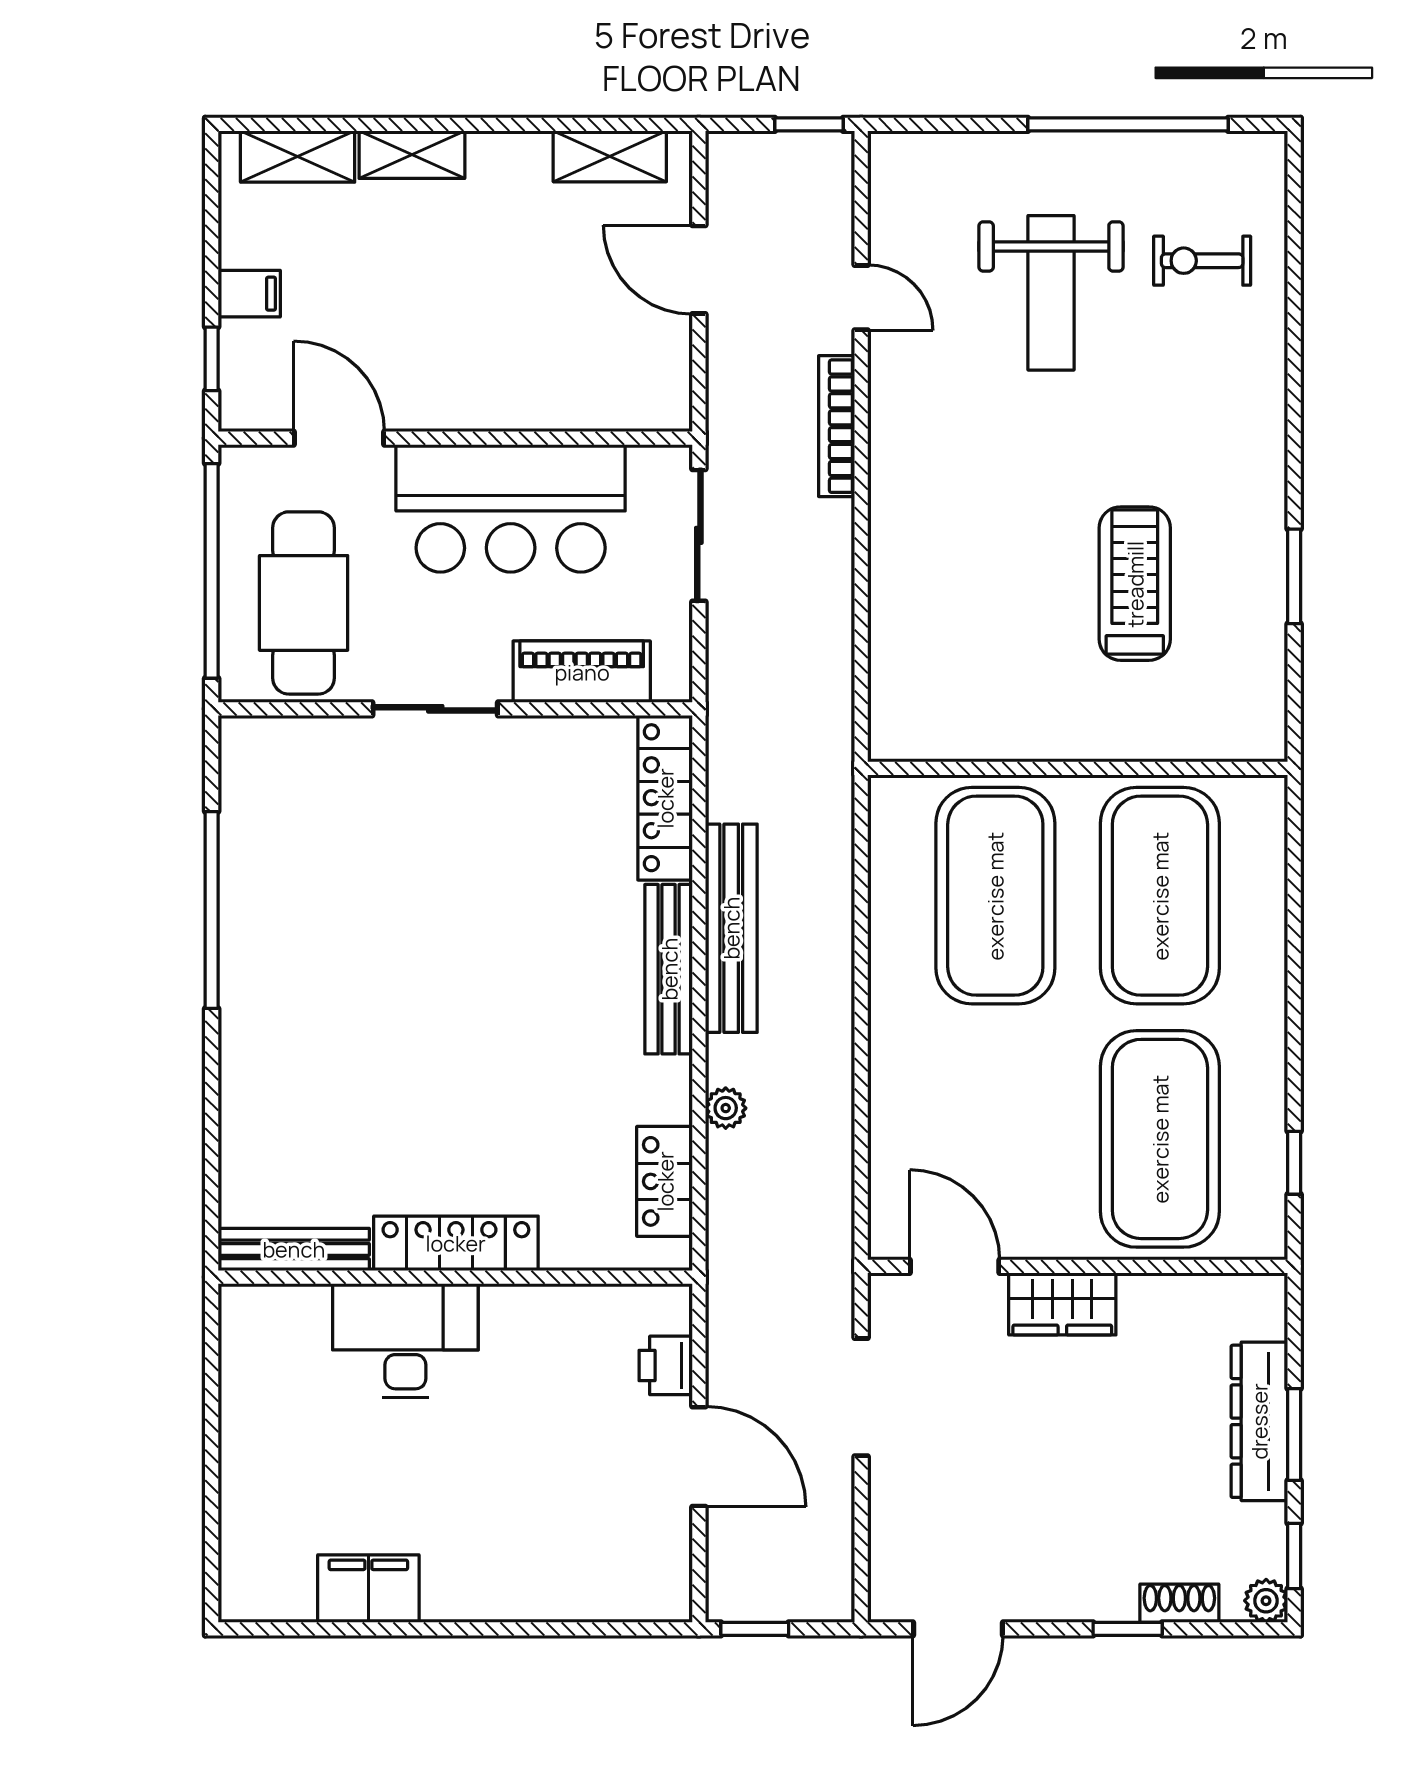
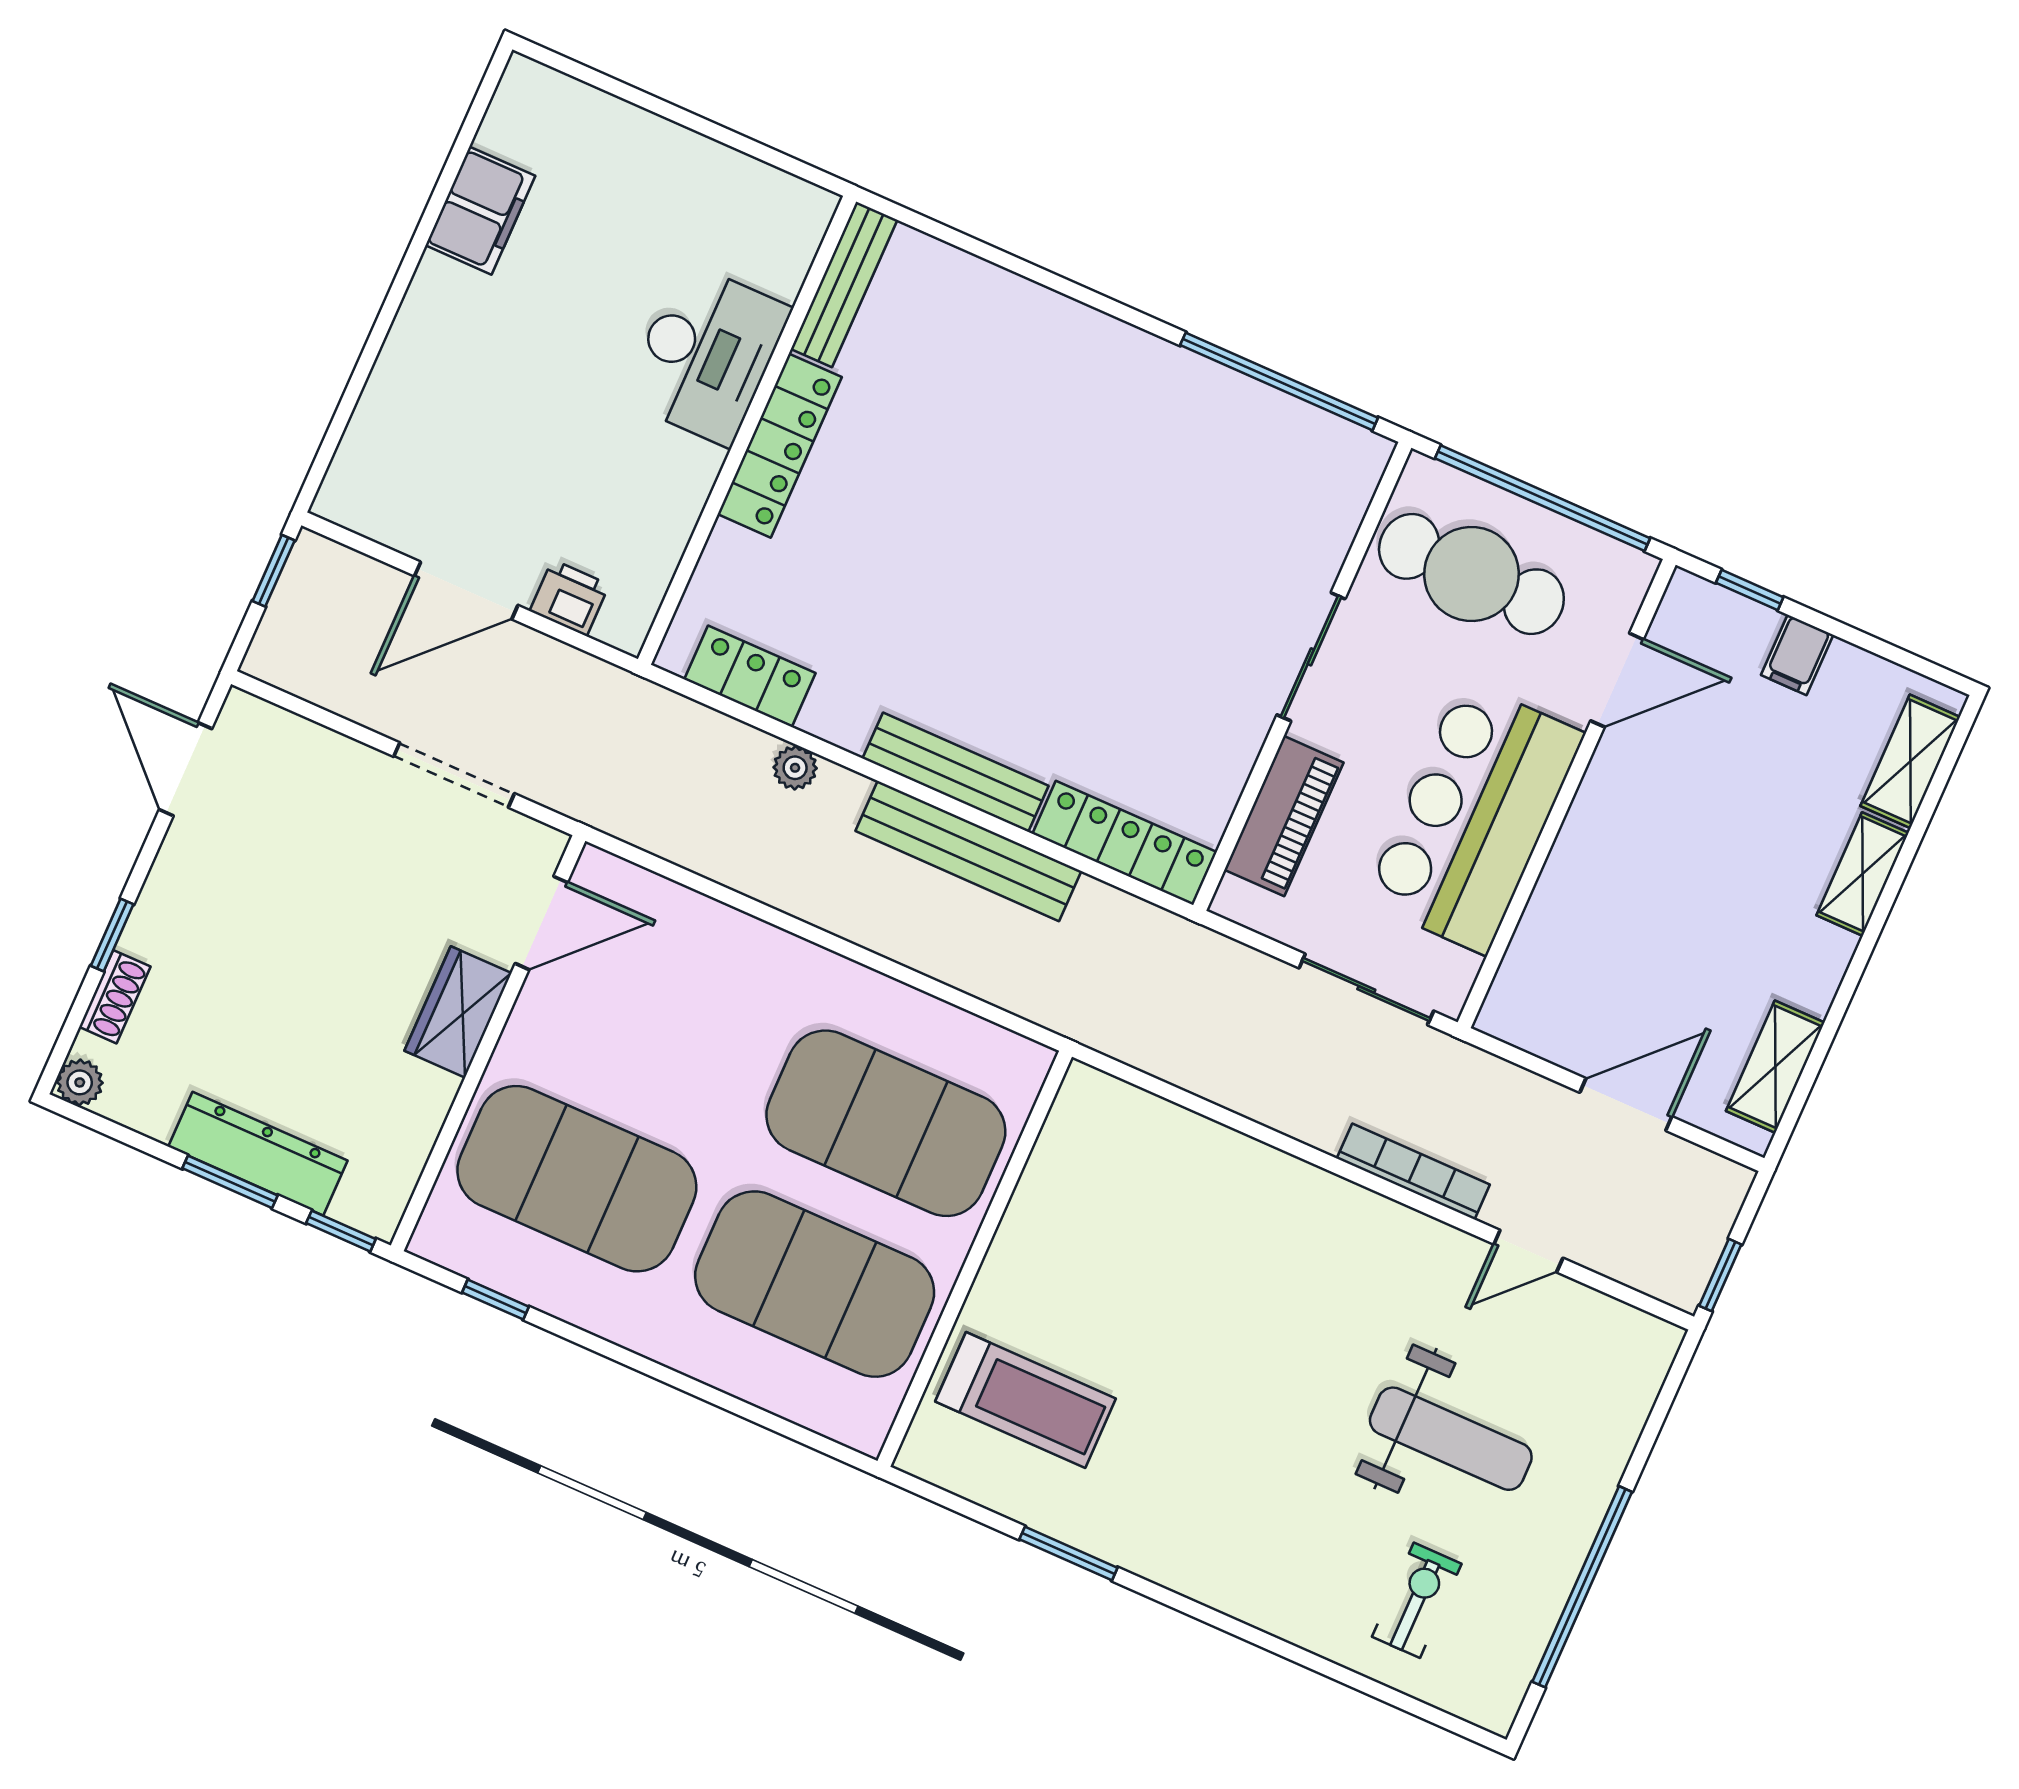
weight bench: (1051, 293) -> (1451, 1439), turned 180
treadmill: (1135, 584) -> (1026, 1400), moved
window: (212, 910) -> (1279, 381), moved
window: (1294, 1556) -> (341, 1231), moved

